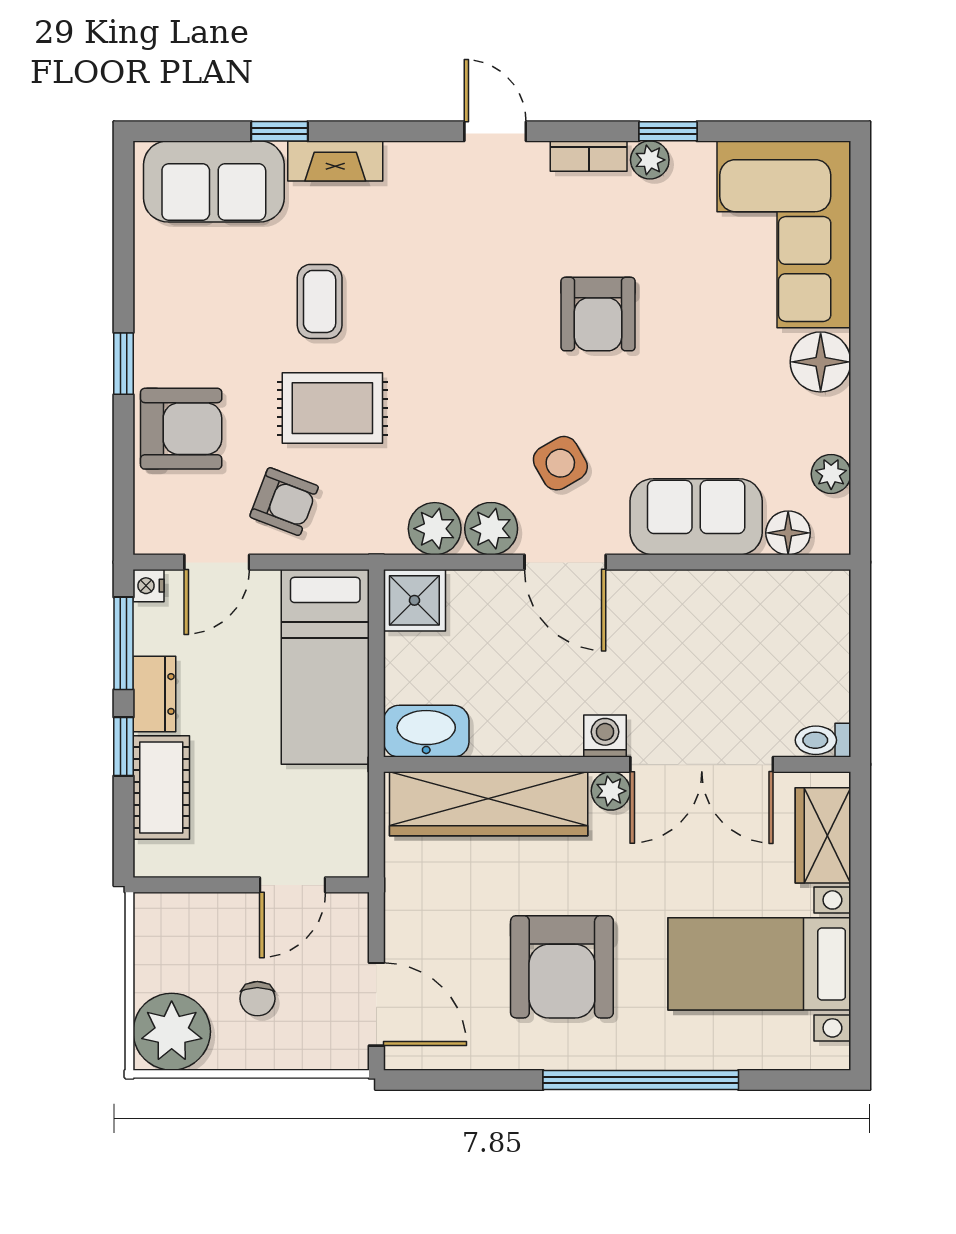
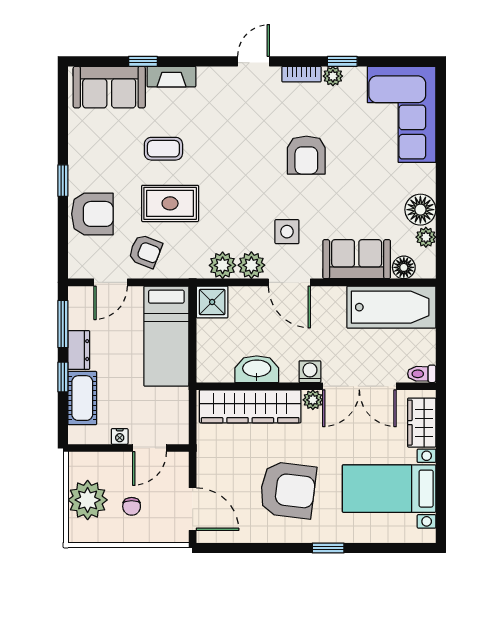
door: (495, 131) -> (254, 61), hinge flipped
coffee table: (320, 301) -> (163, 149), turned 90
floor lamp: (821, 362) -> (420, 210), moved
side table: (560, 463) -> (287, 232), turned 30
nightstand: (148, 586) -> (120, 436), moved, turned -90
bathtub: (764, 610) -> (391, 307), added
washbasin: (426, 731) -> (257, 369), moved
armchair: (562, 967) -> (288, 490), turned -83
plant: (172, 1032) -> (88, 500), moved
window: (641, 1080) -> (328, 548), width x0.32

